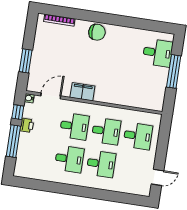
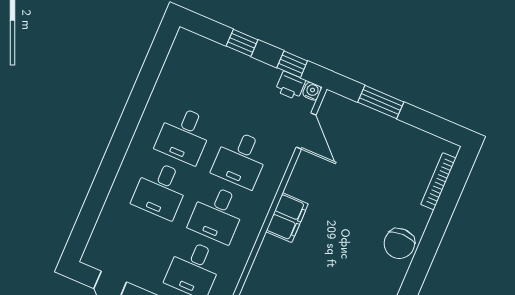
filing cabinet: (82, 92) -> (287, 218), moved
printer: (27, 125) -> (290, 85), moved
window: (13, 141) -> (242, 43), width x0.46

